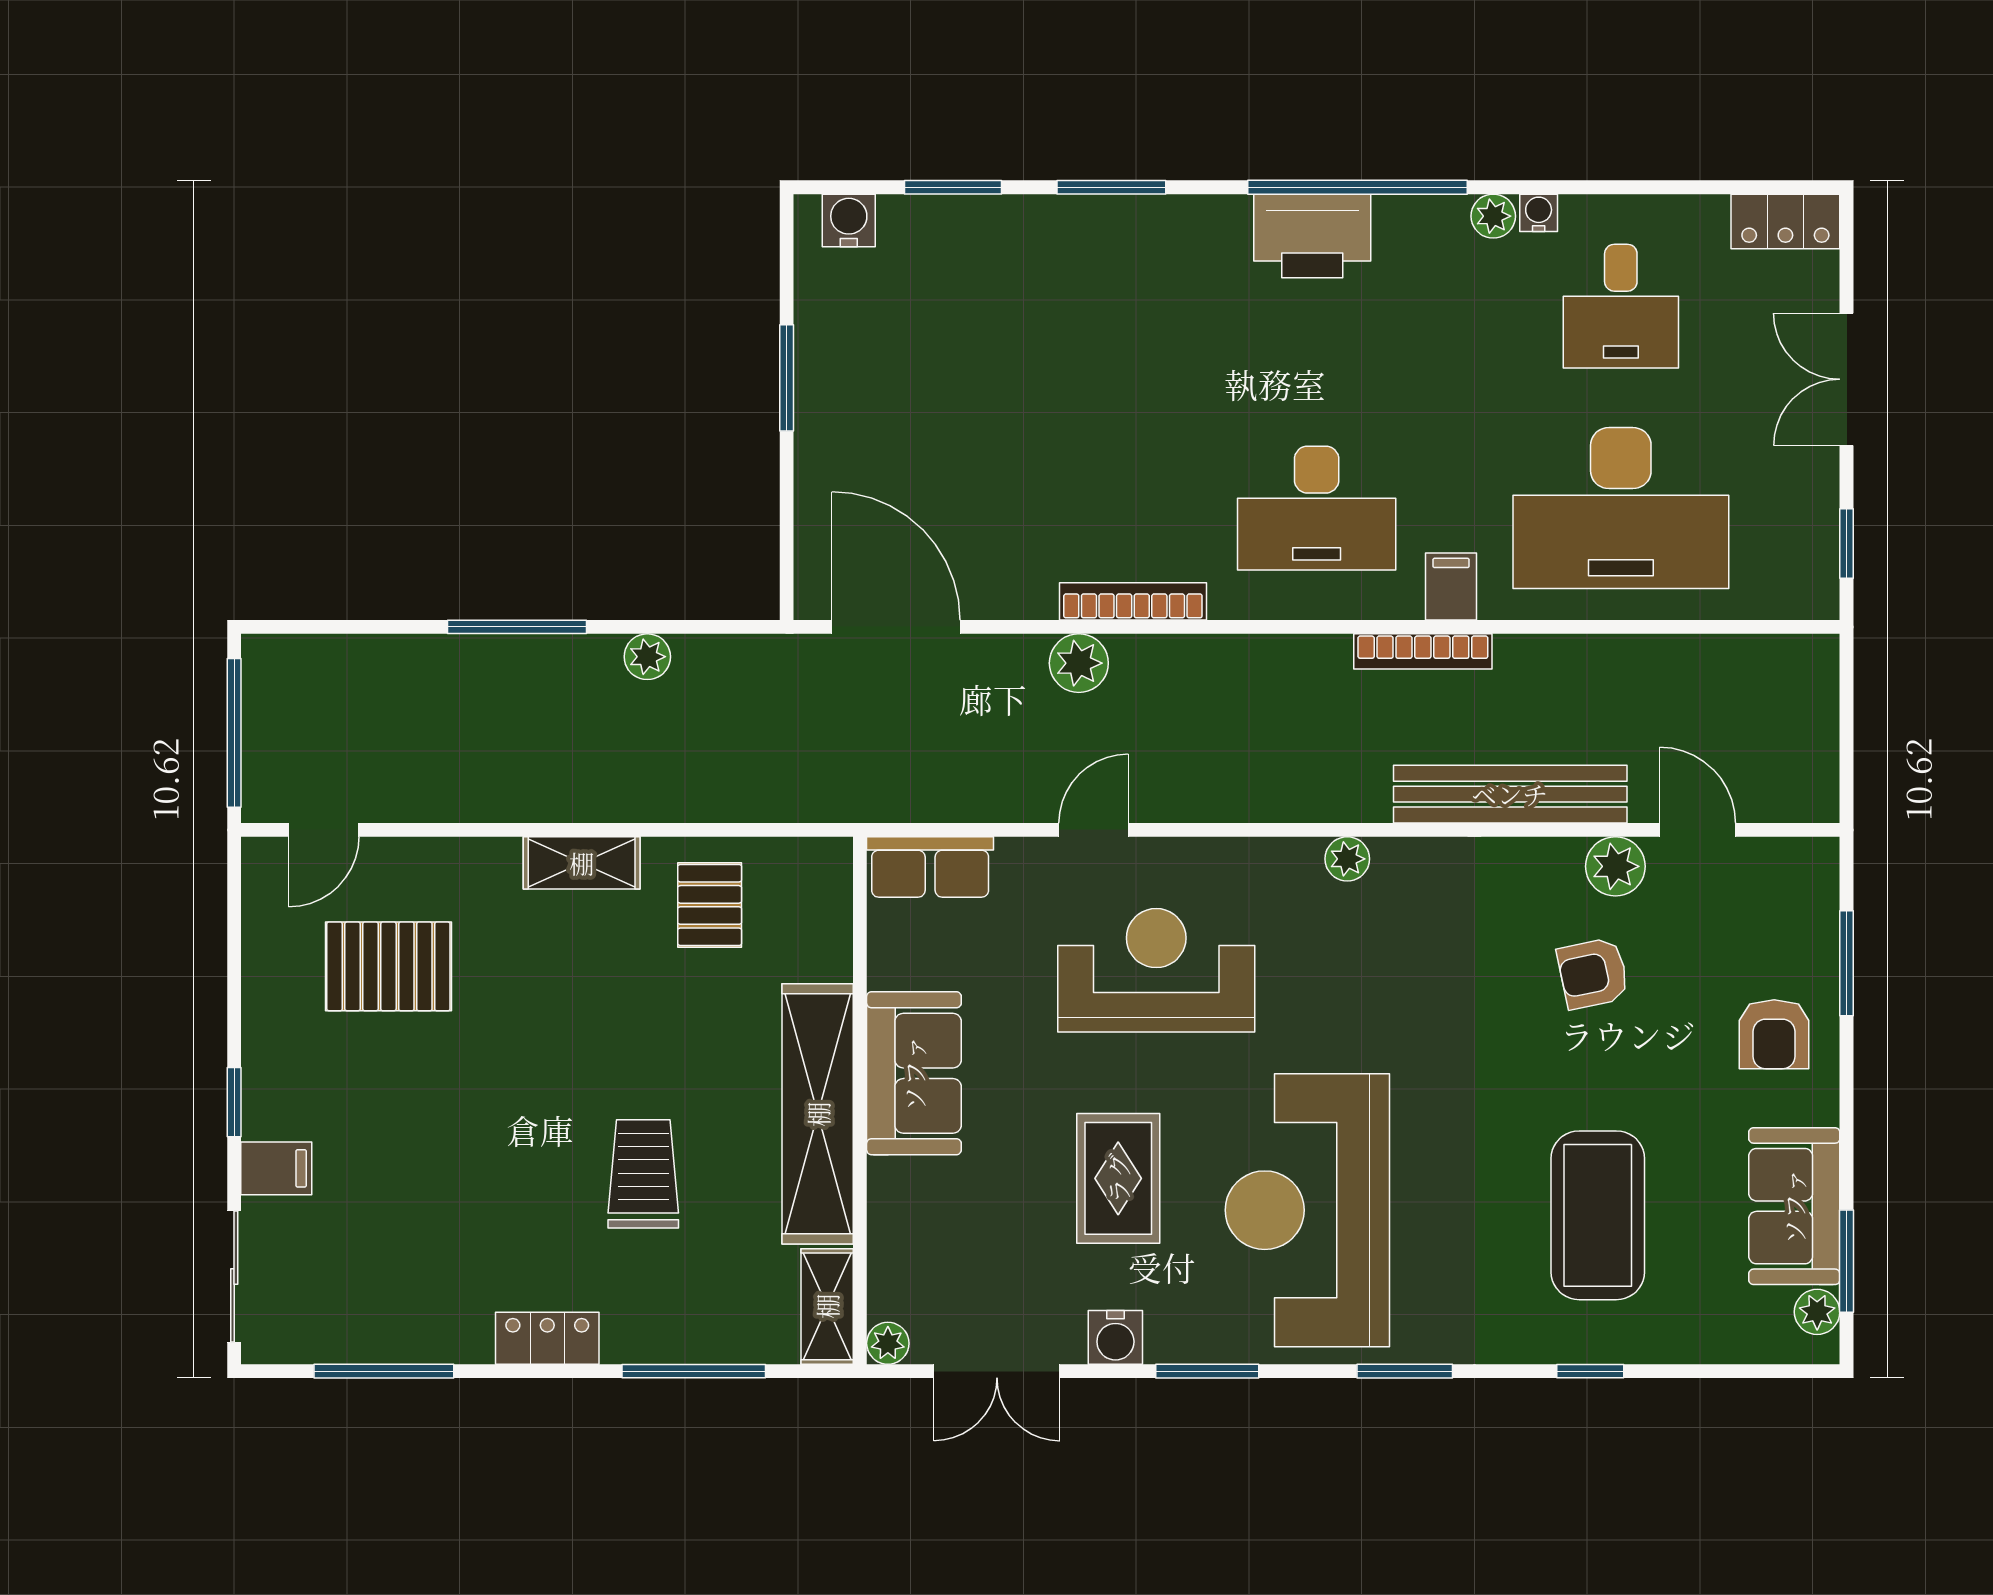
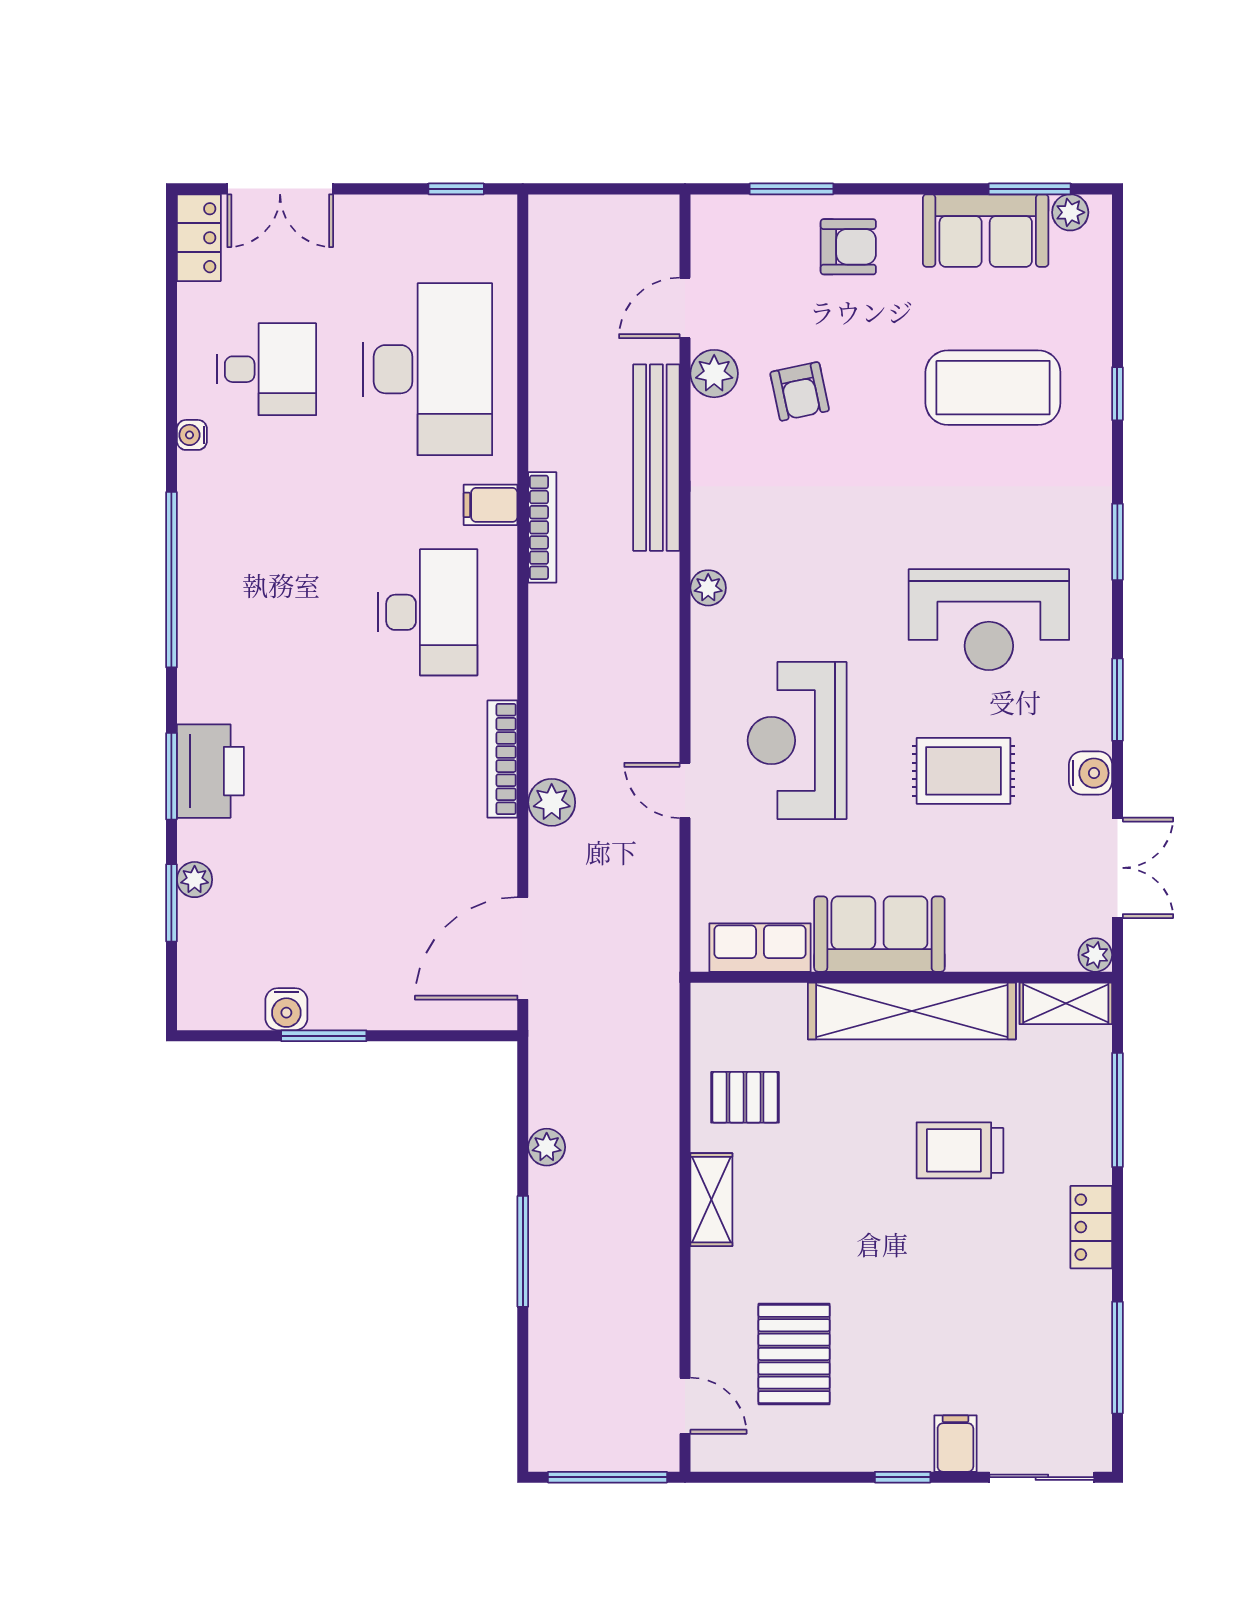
plant: (1493, 216) -> (195, 880), moved
water cooler: (849, 220) -> (286, 1009), moved, turned -90
printer: (1312, 236) -> (210, 771), moved
double door: (1847, 379) -> (280, 189), moved
row of seats: (930, 867) -> (760, 948), moved, turned -90
reception desk: (1307, 1210) -> (989, 620), width x0.74, depth x0.77

